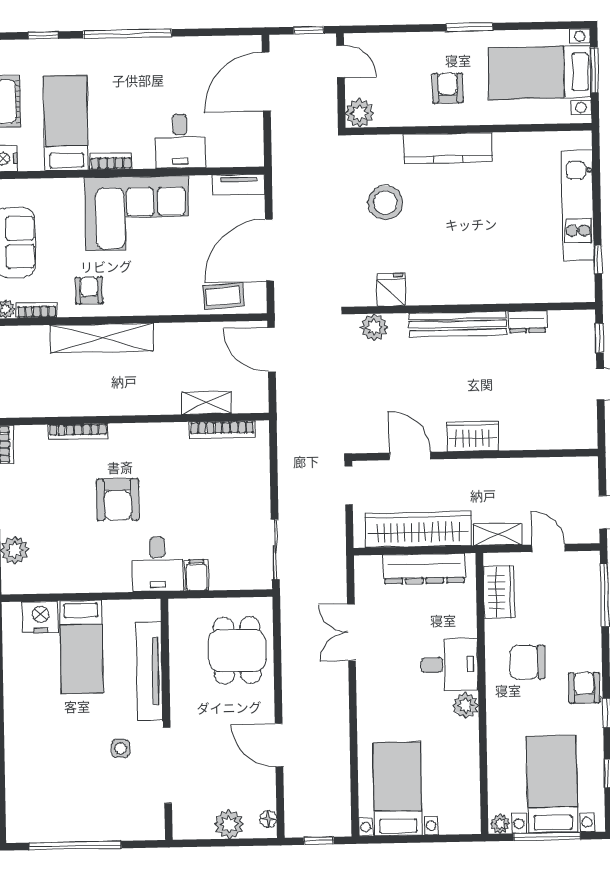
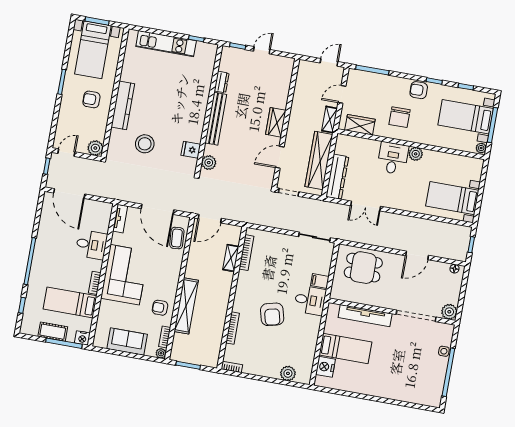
armchair: (118, 500) -> (272, 314), turned 76
dresser: (424, 569) -> (337, 177), moved
side table: (121, 749) -> (444, 351), moved
plant: (229, 824) -> (449, 312), moved

